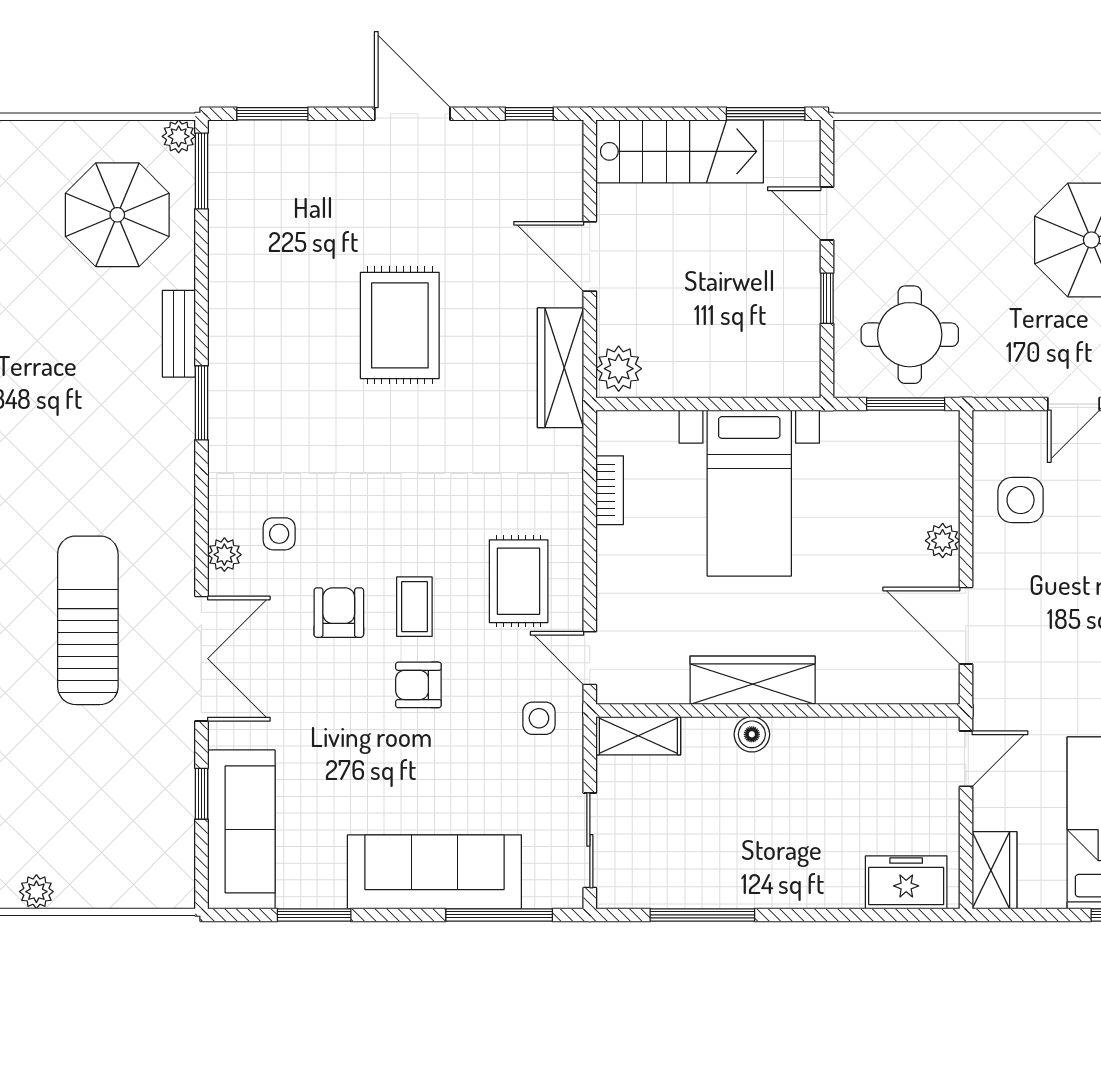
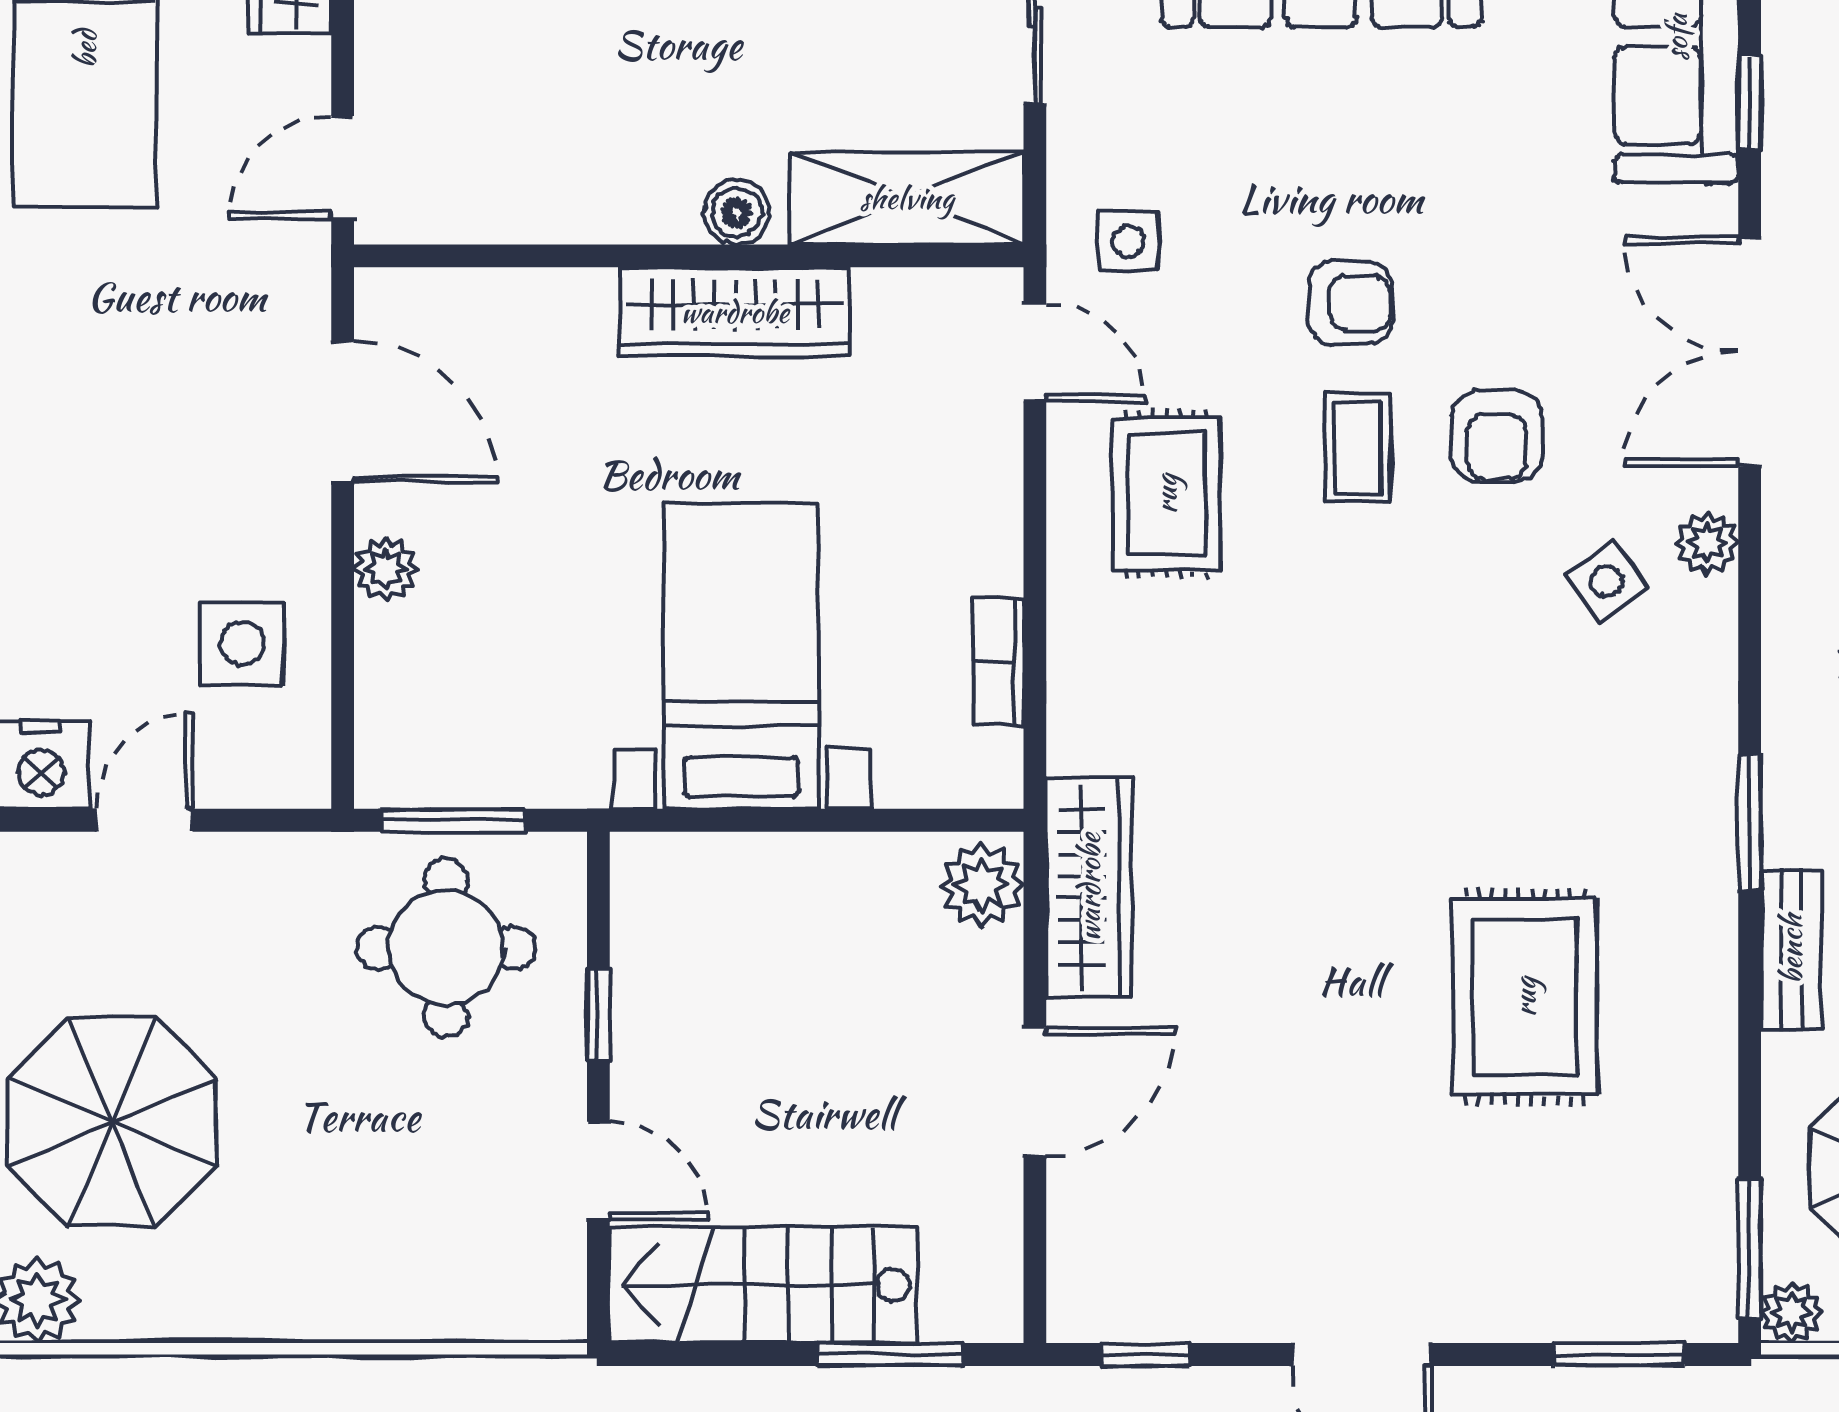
window: (766, 114) -> (890, 1354), moved
stairs: (680, 151) -> (764, 1285), moved
door: (590, 256) -> (1035, 1092), hinge flipped
rug: (400, 325) -> (1525, 997), moved
side table: (279, 534) -> (1607, 581), turned -35
shelving: (638, 736) -> (907, 198), width x1.50, depth x1.33

